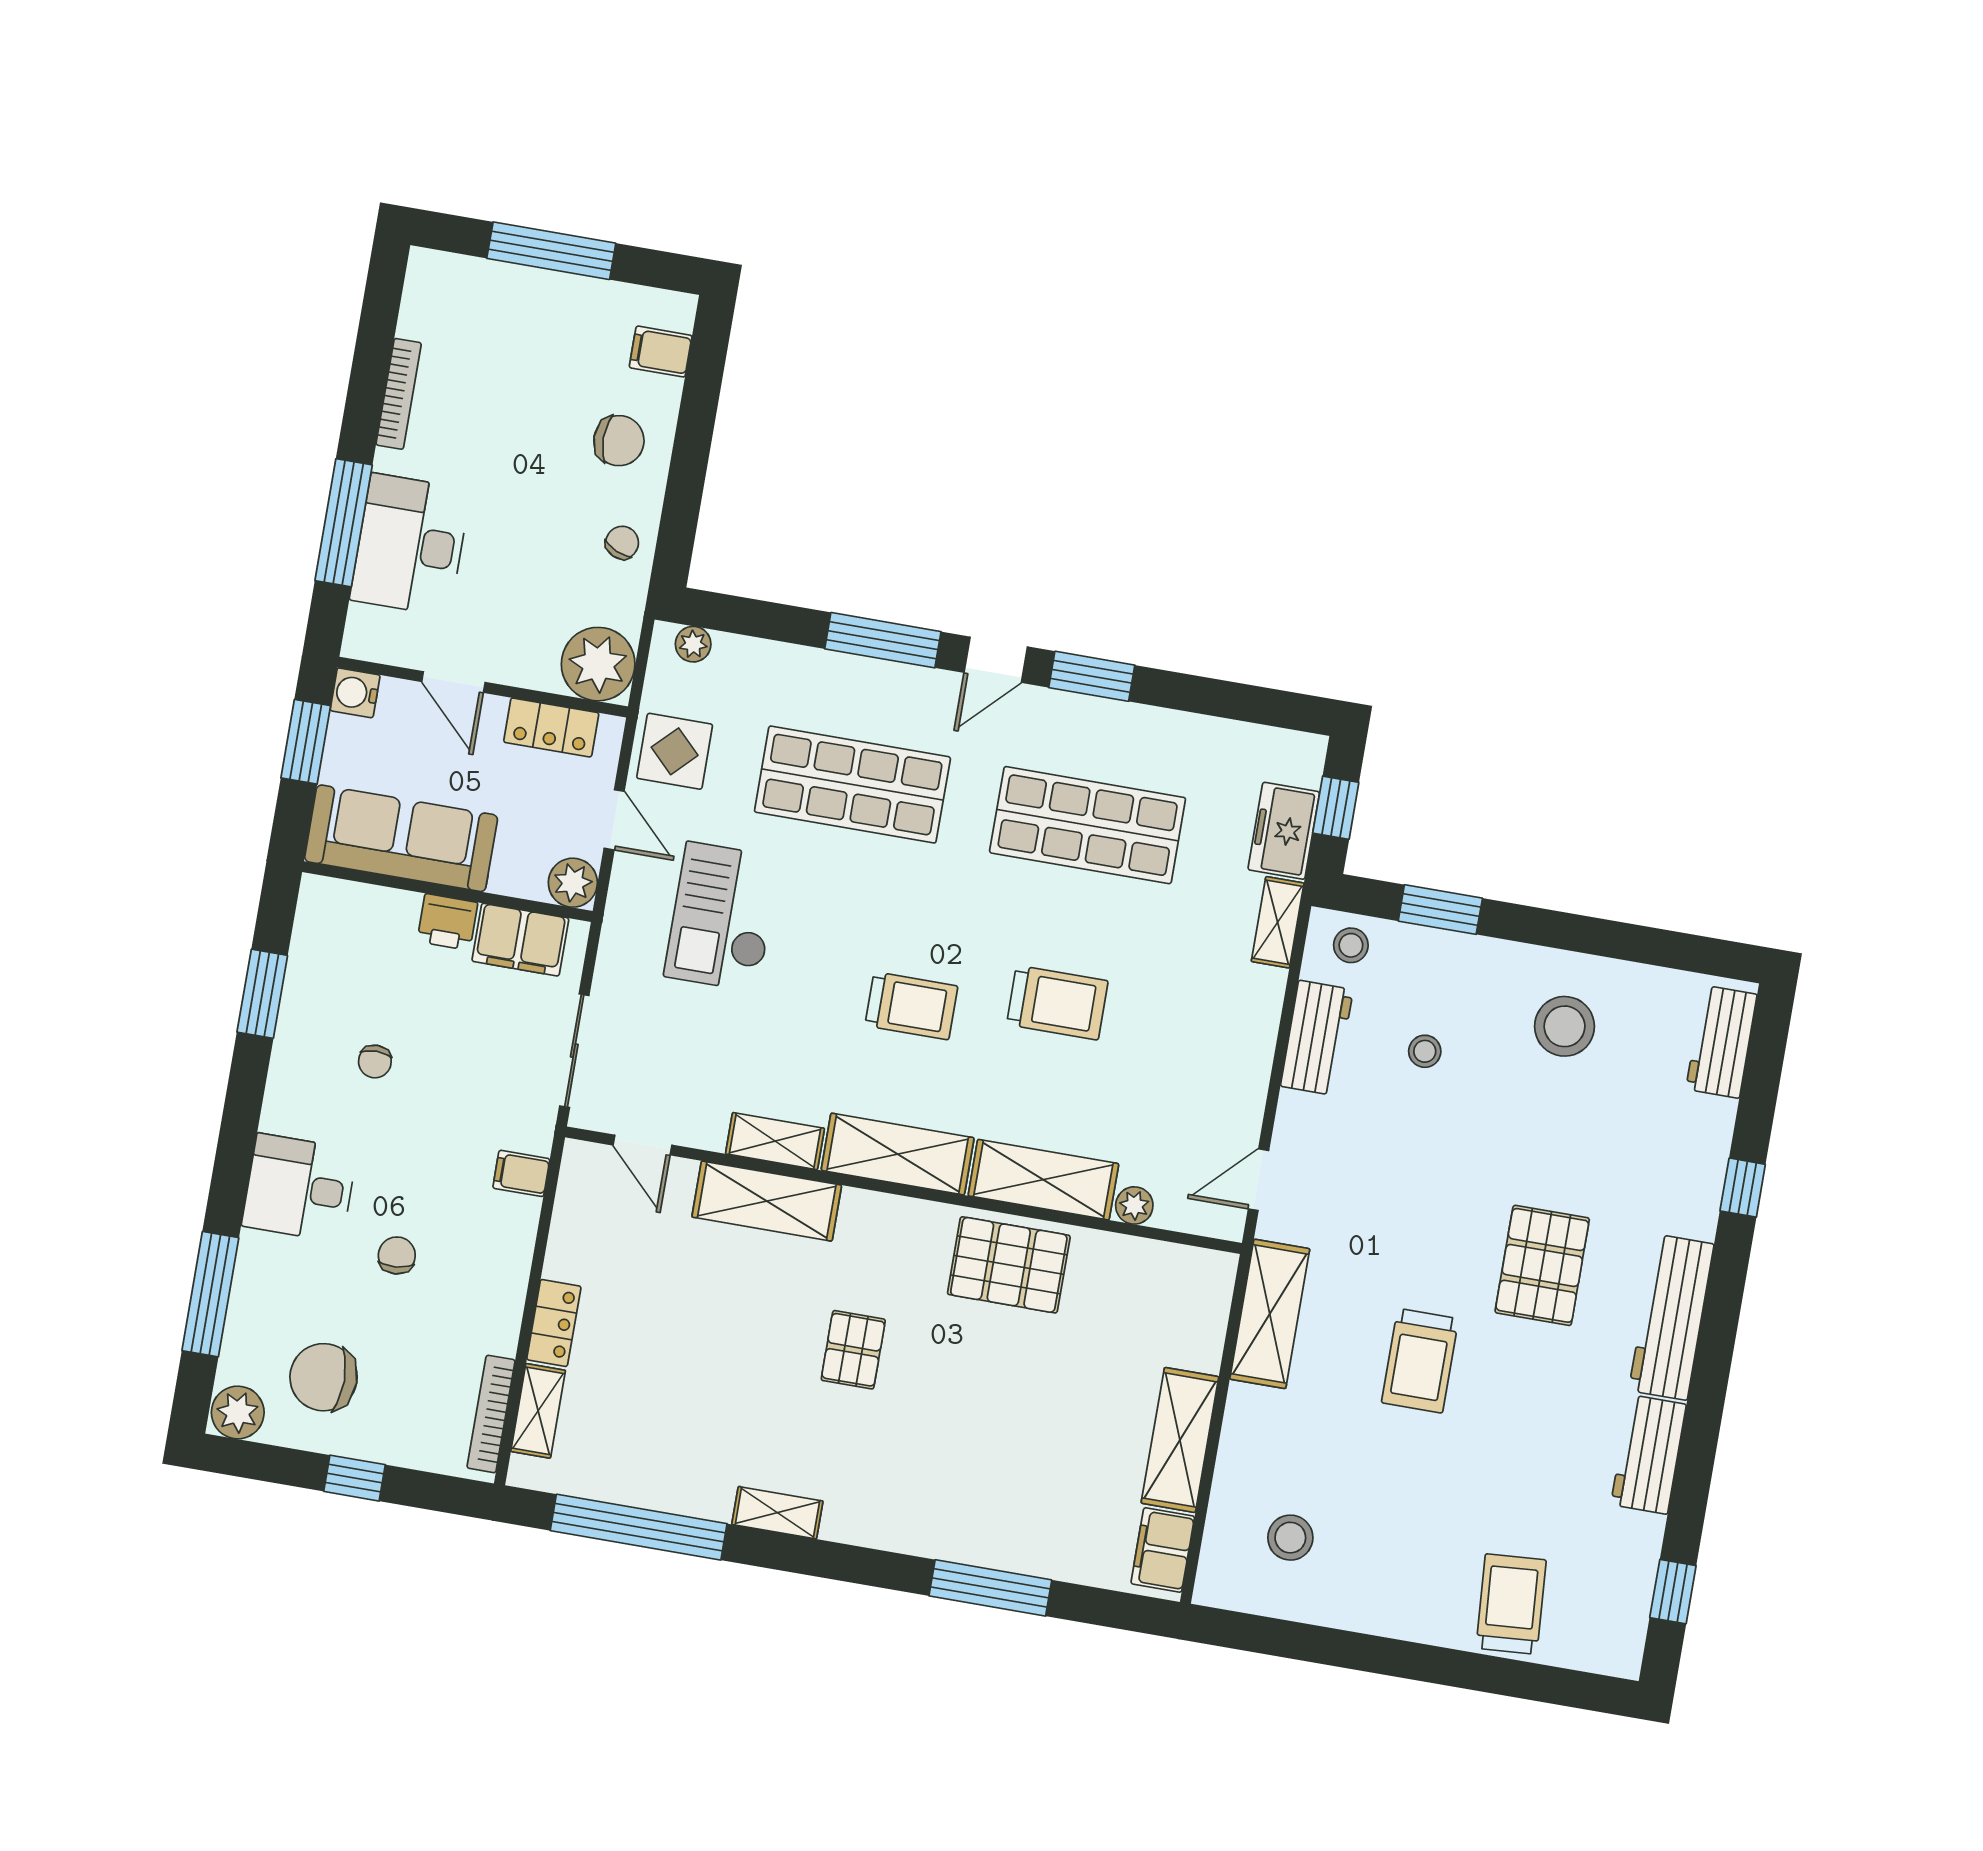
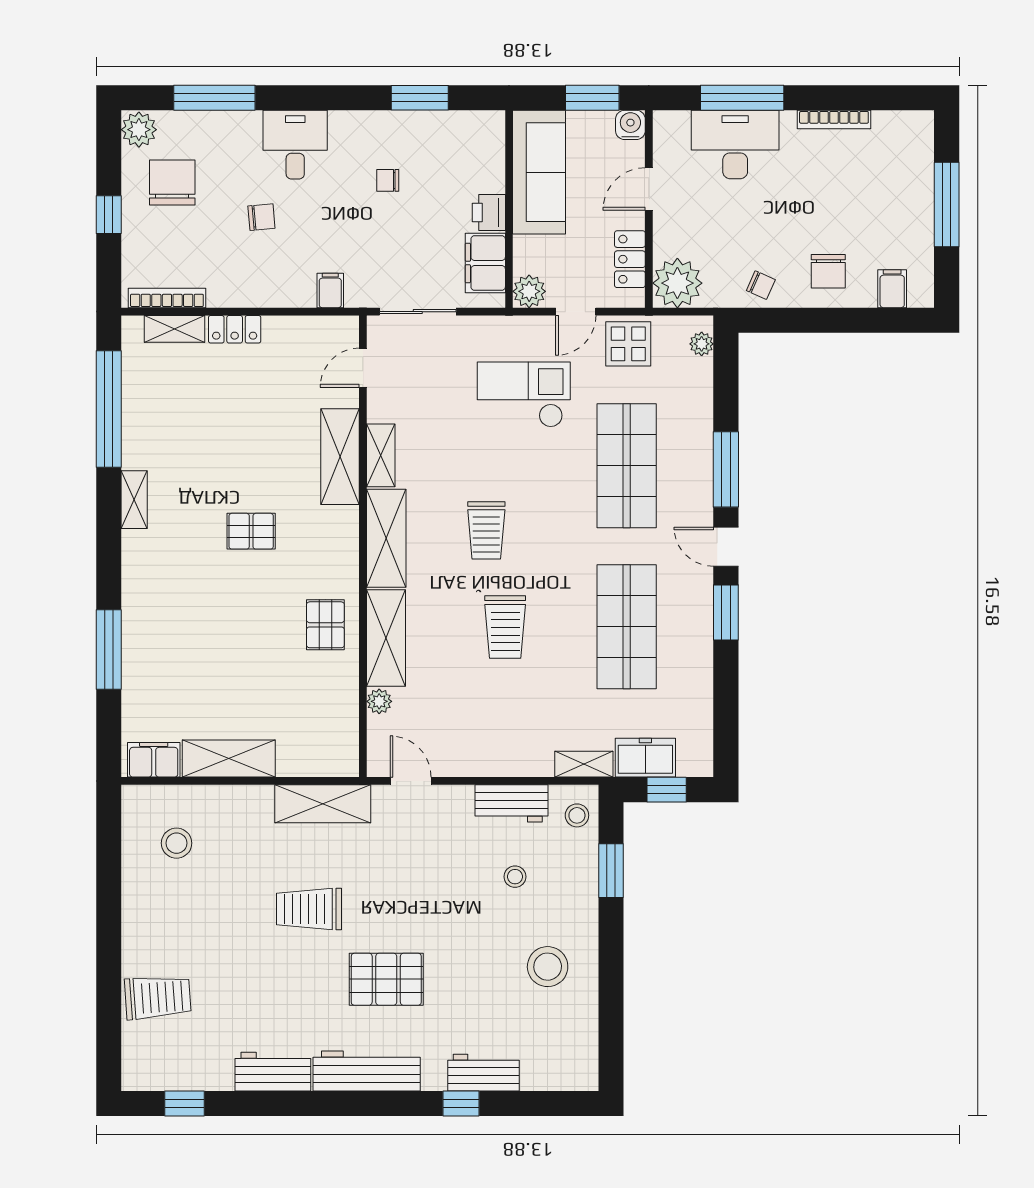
workbench: (1721, 1042) -> (483, 1073), moved
pallet: (1009, 1265) -> (325, 625), width x0.67, depth x0.71

